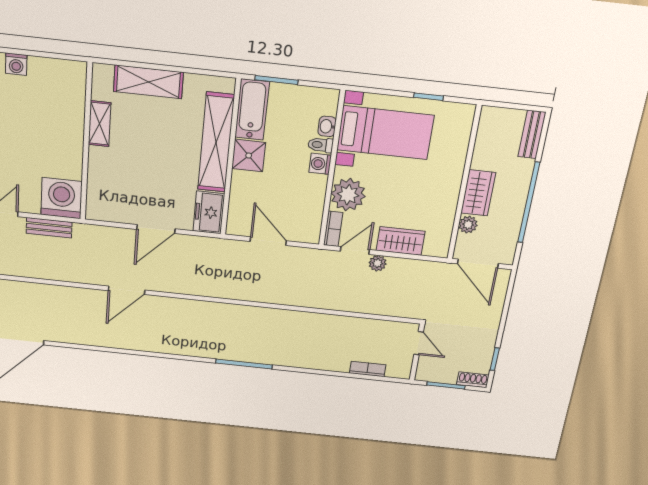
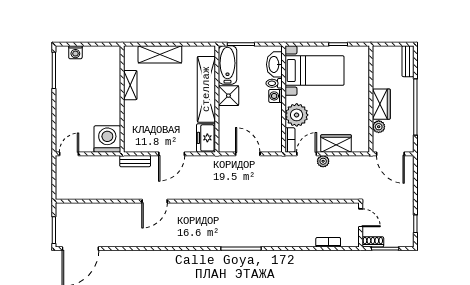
washbasin: (327, 126) -> (274, 64), width x1.91, depth x1.45
bench: (49, 228) -> (135, 161), moved
shoe rack: (473, 380) -> (373, 242), moved

